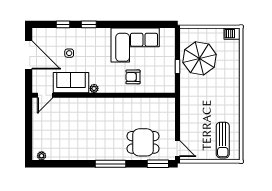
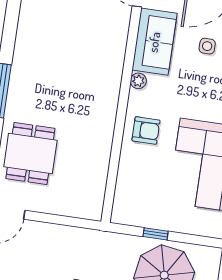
armchair: (133, 77) -> (146, 130), moved, turned 90

